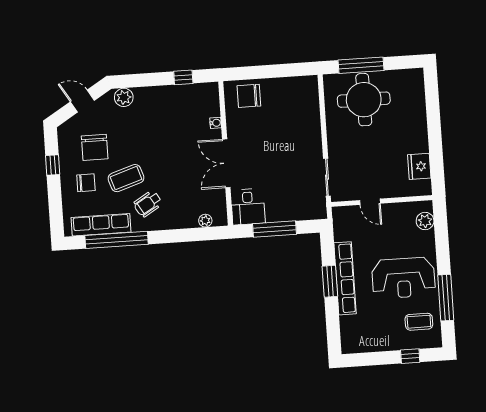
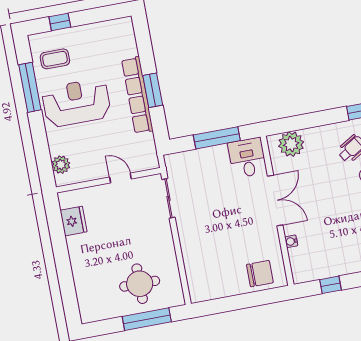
round table: (364, 100) -> (140, 284), width x0.73, depth x0.73
plant: (205, 221) -> (291, 144), width x1.88, depth x1.88

